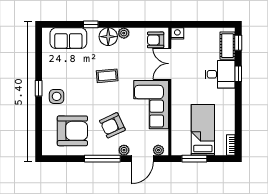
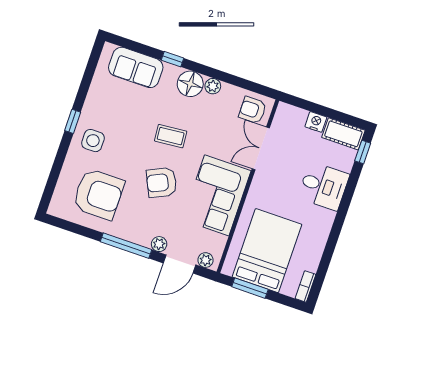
nightstand: (177, 33) -> (316, 122), moved
cot: (228, 46) -> (343, 134), moved, turned 90
window: (238, 74) -> (348, 194), removed
armchair: (112, 125) -> (162, 182), moved
bed: (203, 130) -> (267, 251), width x1.50

